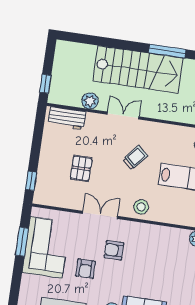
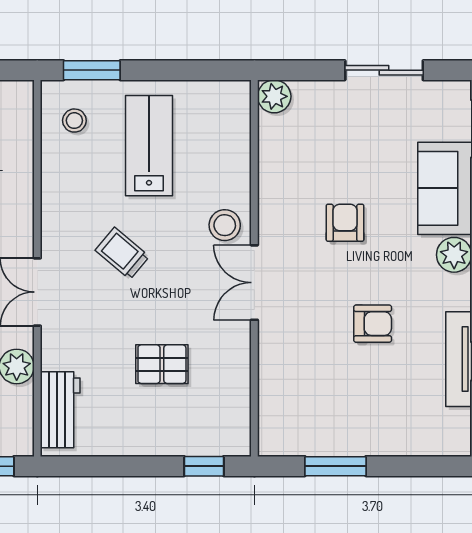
double door: (100, 215) -> (254, 283), moved
corner sofa: (46, 247) -> (340, 413), removed
armchair: (114, 250) -> (345, 223), moved, turned 180

